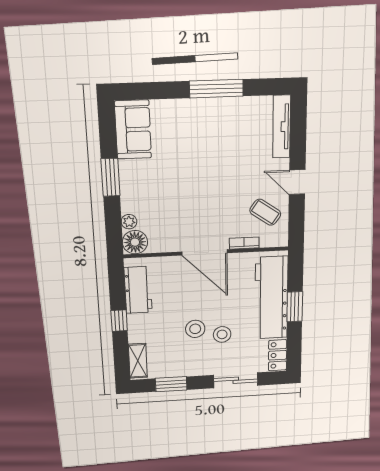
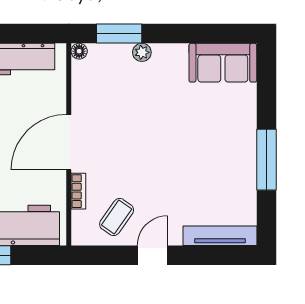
window: (110, 177) -> (119, 34), moved
plant: (129, 222) -> (142, 52), moved
floor lamp: (135, 242) -> (79, 51), width x0.53, depth x0.53

